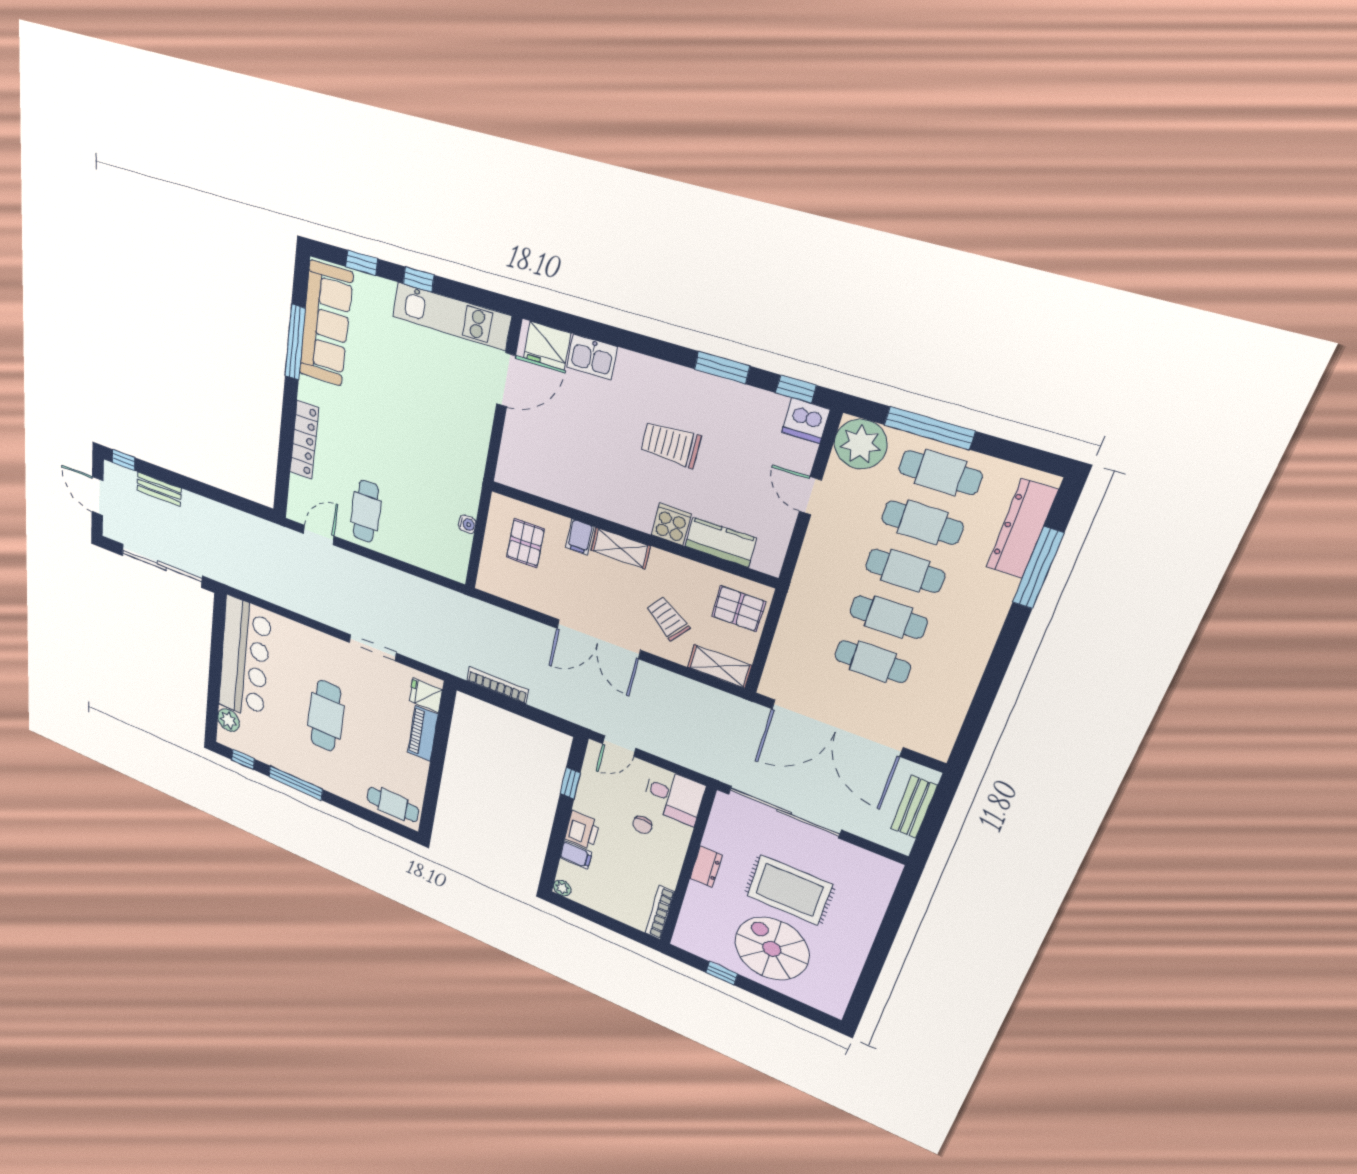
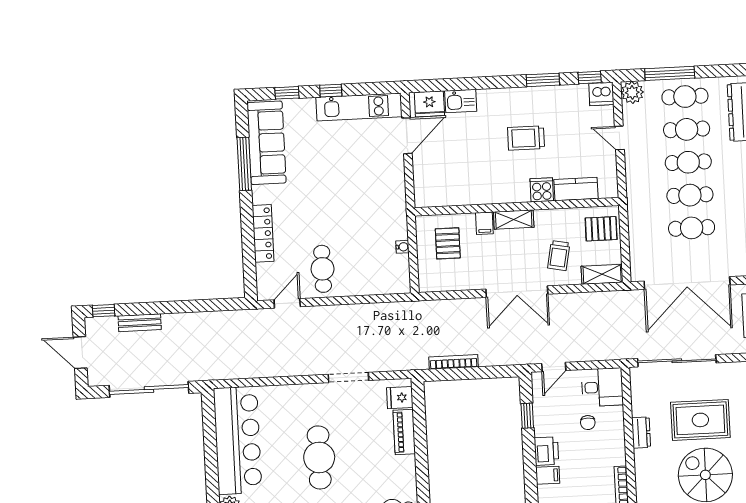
plant: (861, 444) -> (632, 92), width x0.73, depth x0.73
trolley: (668, 619) -> (559, 256), turned -116

